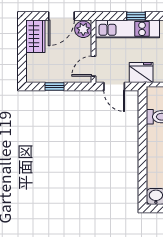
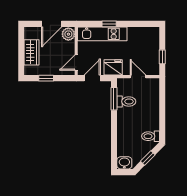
wardrobe: (35, 36) -> (32, 52), moved
door: (114, 86) -> (92, 78), swing flipped
window: (142, 113) -> (114, 99), added

